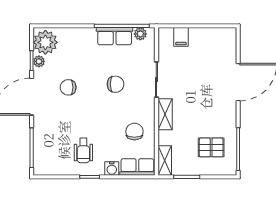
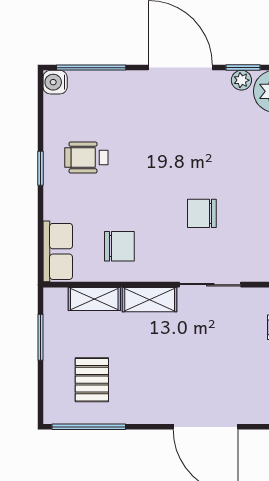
chair: (115, 84) -> (202, 213), turned 90
chair: (68, 87) -> (196, 131), removed
shelving: (165, 161) -> (94, 299), moved
water cooler: (112, 169) -> (55, 82), moved

